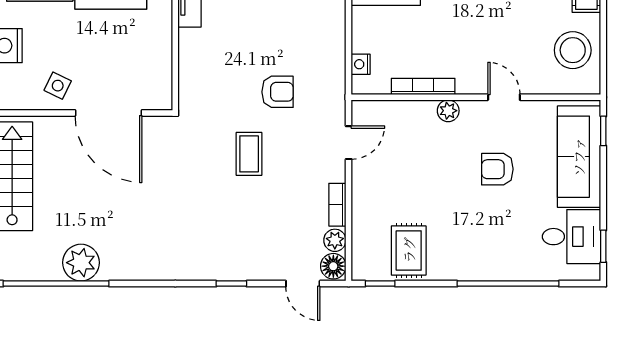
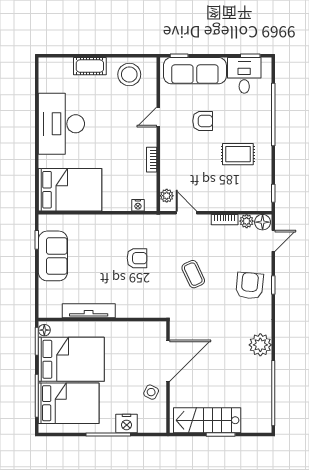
bookcase: (423, 86) -> (152, 160), width x0.64
armchair: (278, 92) -> (137, 258), moved, turned 90
plant: (448, 111) -> (167, 196), moved
coffee table: (249, 154) -> (193, 274), turned 65
armchair: (497, 169) -> (203, 121), turned -90
armchair: (230, 245) -> (250, 286), added
rug: (409, 250) -> (238, 154), moved
plant: (81, 263) -> (260, 345), moved

